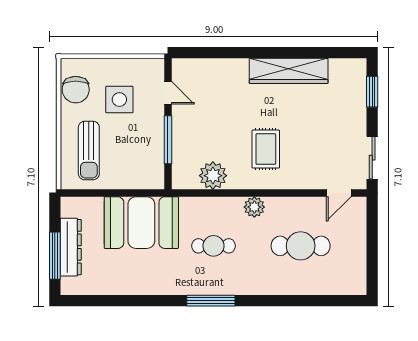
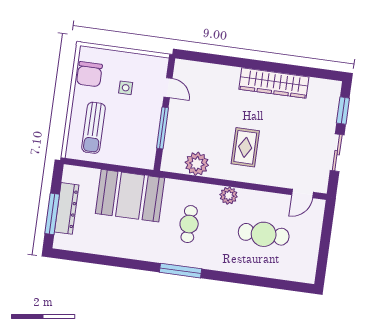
side table: (119, 100) -> (126, 88), width x0.54, depth x0.54
sliding door: (372, 158) -> (337, 153), moved
cafe table: (214, 246) -> (189, 224), turned 90

